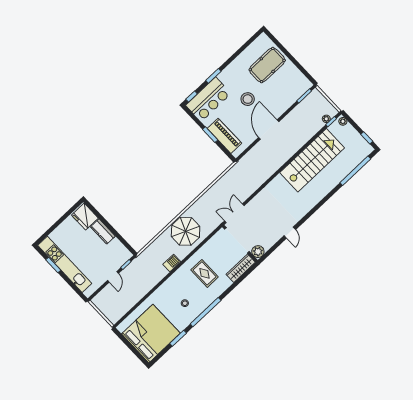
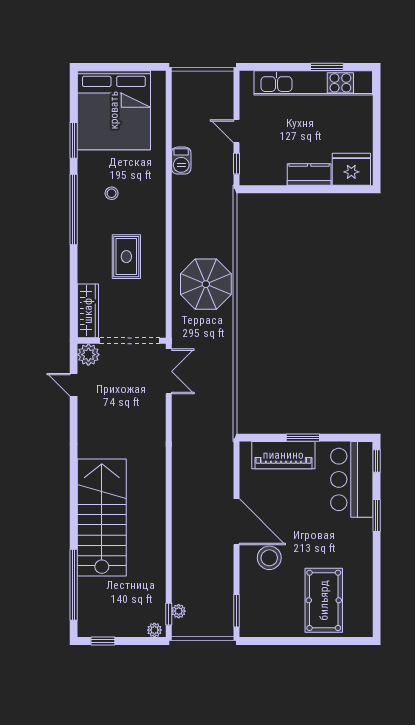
stool: (248, 99) -> (269, 558), moved
stairs: (312, 160) -> (102, 517), moved, turned 180
door: (290, 233) -> (74, 385), moved
barbecue: (172, 263) -> (181, 161), moved
rug: (205, 273) -> (126, 257), turned 90

